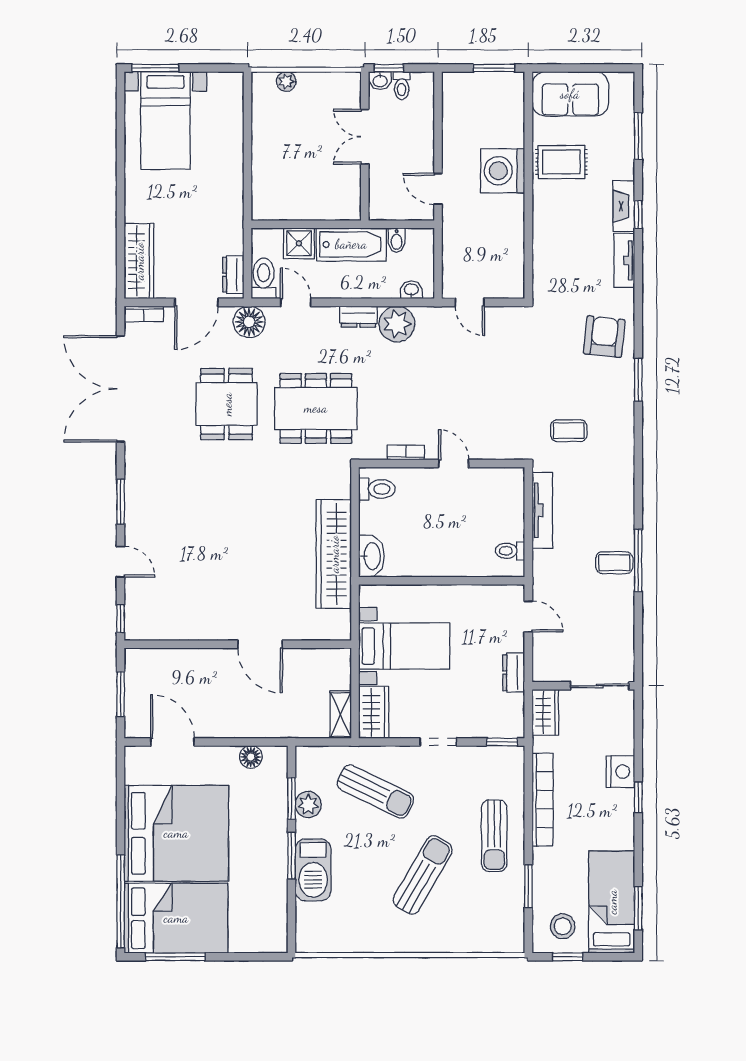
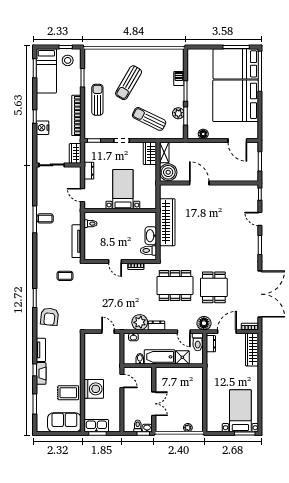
kitchen sink: (496, 86) -> (96, 426), added
washbasin: (371, 556) -> (151, 236), moved
bed with nightstands: (404, 646) -> (123, 189), moved, turned 90
boiler: (331, 669) -> (168, 172), added
barbecue: (313, 870) -> (179, 79), width x0.53, depth x0.65

